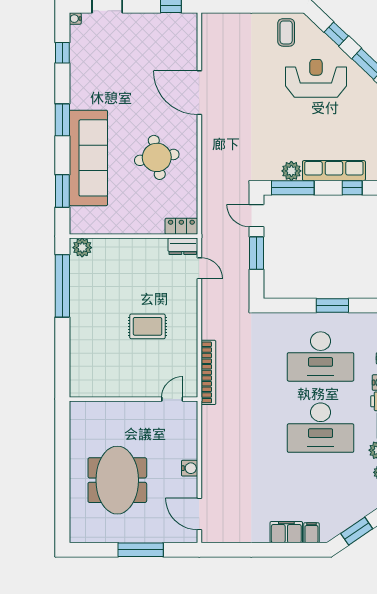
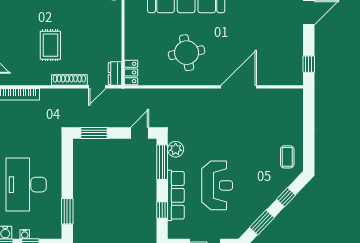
coffee table: (286, 32) -> (287, 157), turned 90
reception desk: (316, 78) -> (217, 185), moved
plant: (291, 171) -> (176, 149), moved
window: (256, 253) -> (94, 133), moved
shoe rack: (191, 303) -> (69, 80), added
window: (332, 306) -> (67, 211), moved

